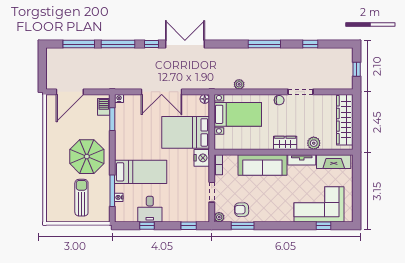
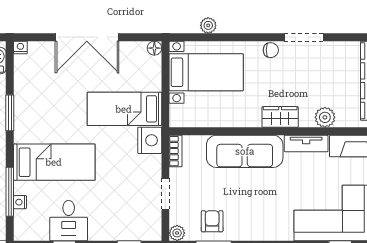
window: (112, 119) -> (10, 113), moved
bed: (186, 132) -> (124, 109), width x0.67
armchair: (242, 210) -> (212, 221), turned 92

